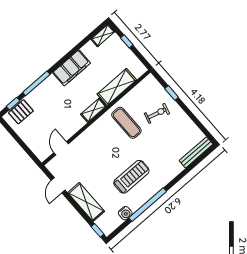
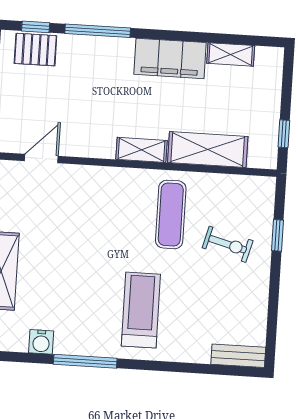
shelving: (103, 35) -> (231, 54), moved
window: (127, 41) -> (284, 134), moved
bench: (196, 152) -> (238, 356), width x0.73
treadmill: (131, 177) -> (141, 310), moved, turned -90
window: (148, 205) -> (85, 361), width x0.68

